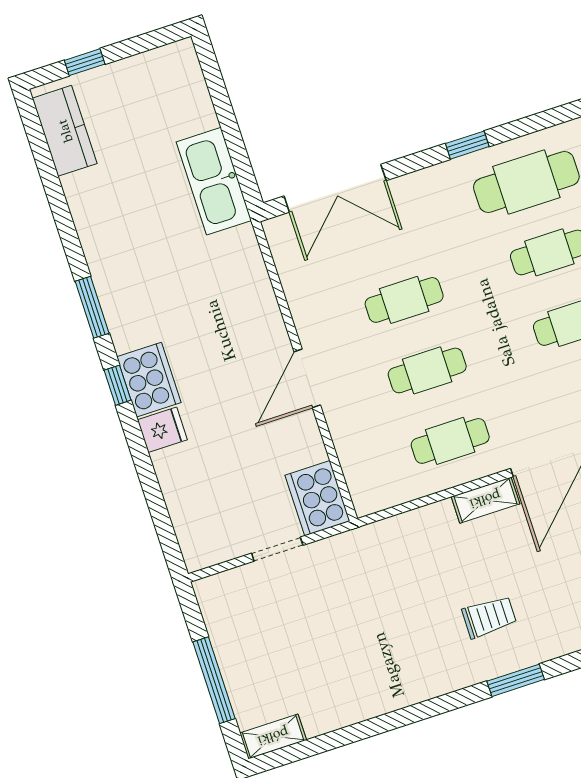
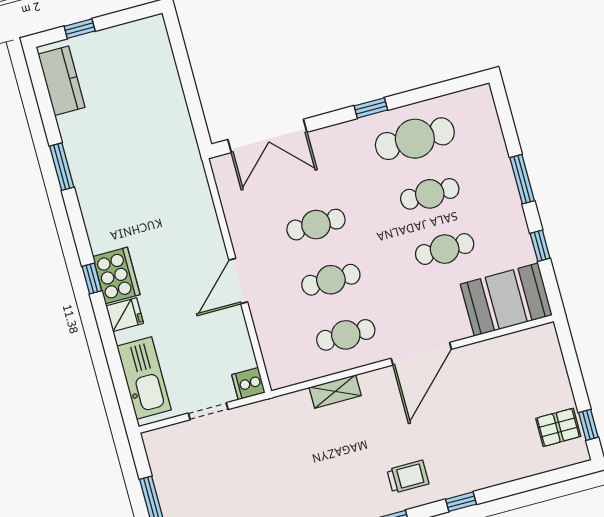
kitchen sink: (214, 181) -> (144, 378), moved, turned 180
window: (92, 307) -> (62, 167), moved
cooker: (317, 498) -> (248, 384), width x0.53, depth x0.76
shelving: (485, 500) -> (335, 391), moved
trolley: (489, 617) -> (408, 477), moved

